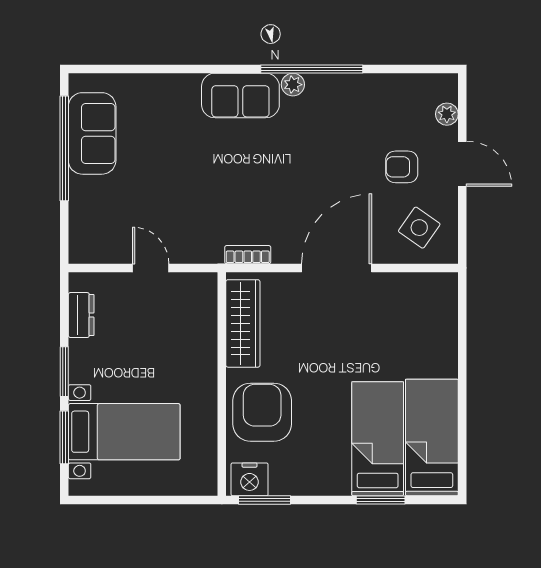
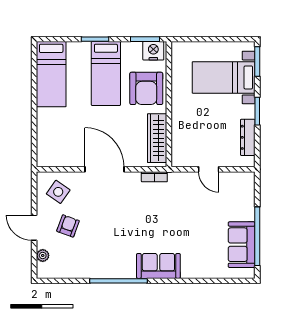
plant: (293, 85) -> (129, 272), removed
armchair: (402, 167) -> (68, 226), turned -70
door: (337, 268) -> (104, 169), swing flipped
dresser: (81, 315) -> (248, 137), width x1.44
window: (64, 437) -> (257, 62), moved
bed: (378, 439) -> (106, 73), moved
window: (381, 500) -> (95, 39), moved

